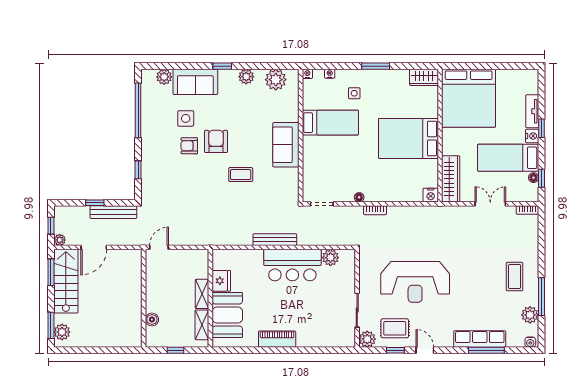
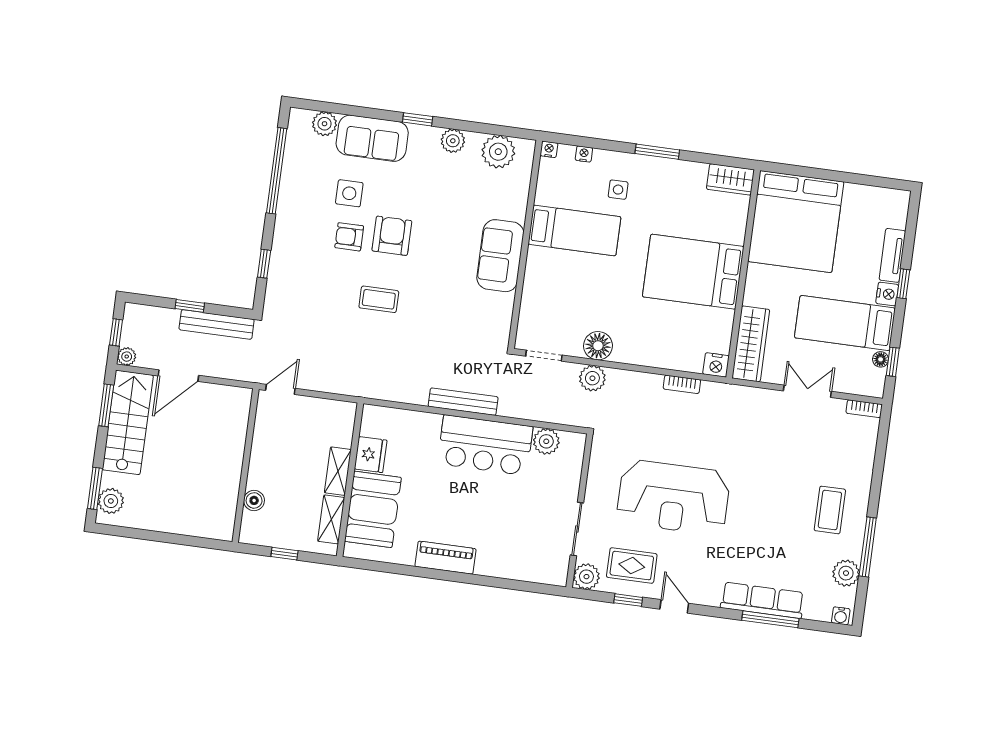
coffee table: (241, 175) -> (379, 299), moved
floor lamp: (359, 197) -> (598, 346), width x1.89, depth x1.89
bookcase: (375, 210) -> (682, 384), moved
plant: (354, 214) -> (592, 378), added

